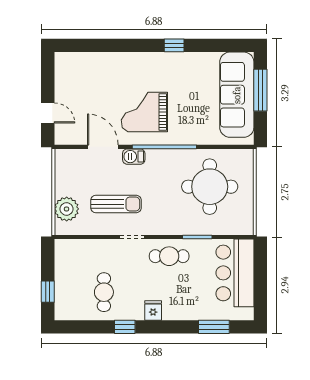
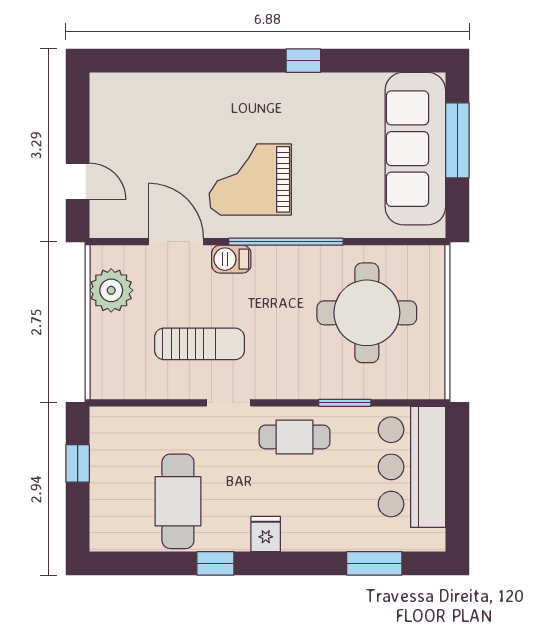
plant: (67, 209) -> (111, 290), moved
window: (48, 292) -> (78, 463), moved
cafe table: (104, 292) -> (178, 501), width x1.37, depth x1.35

